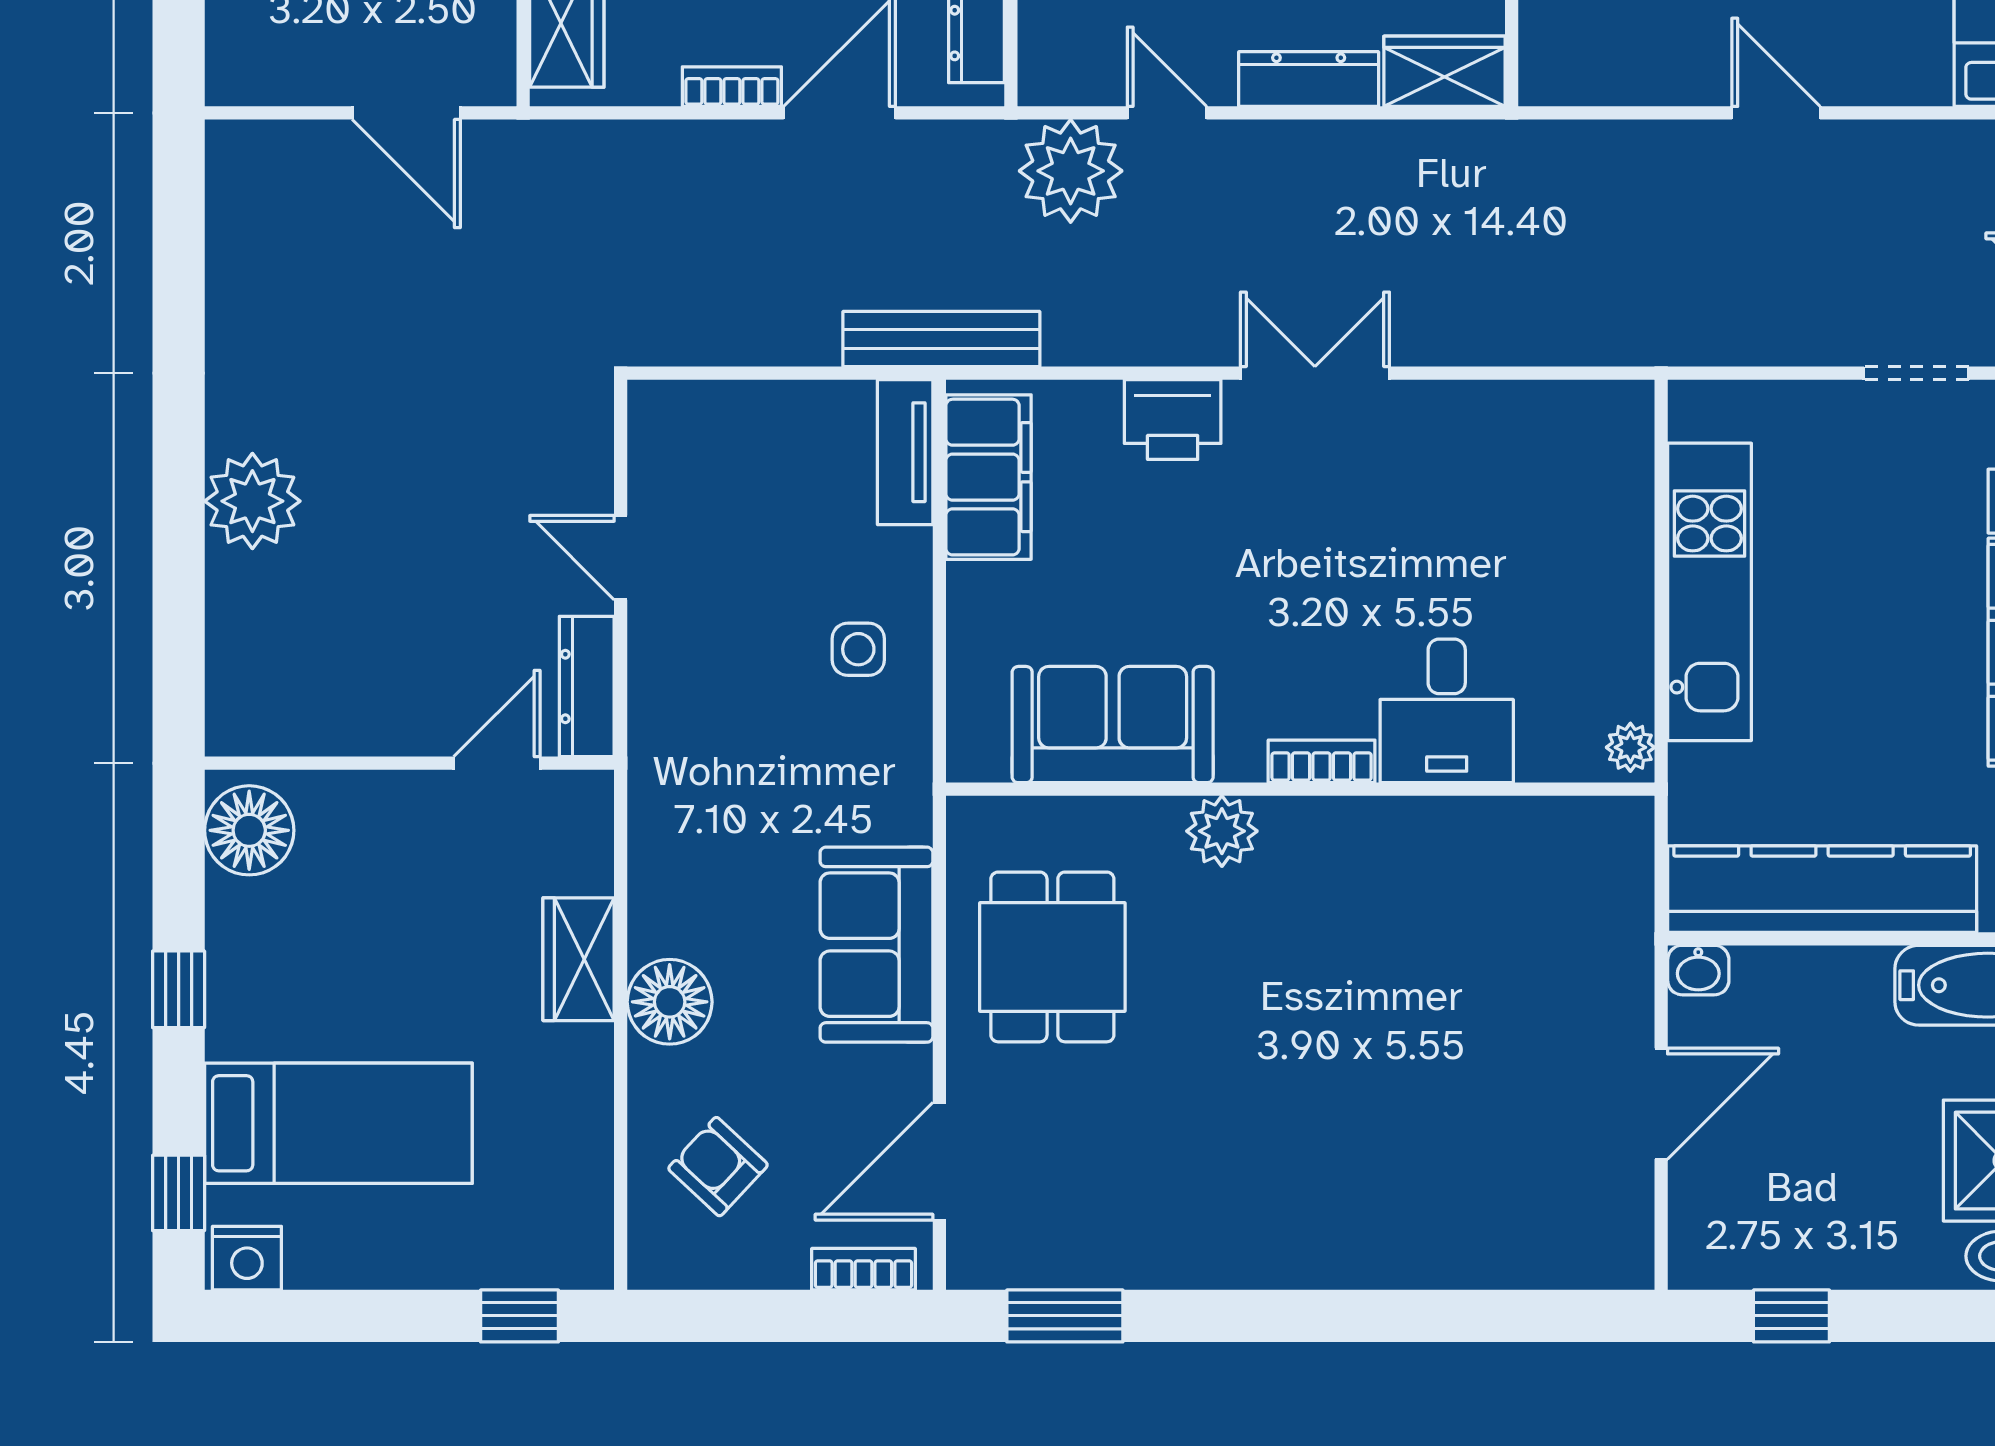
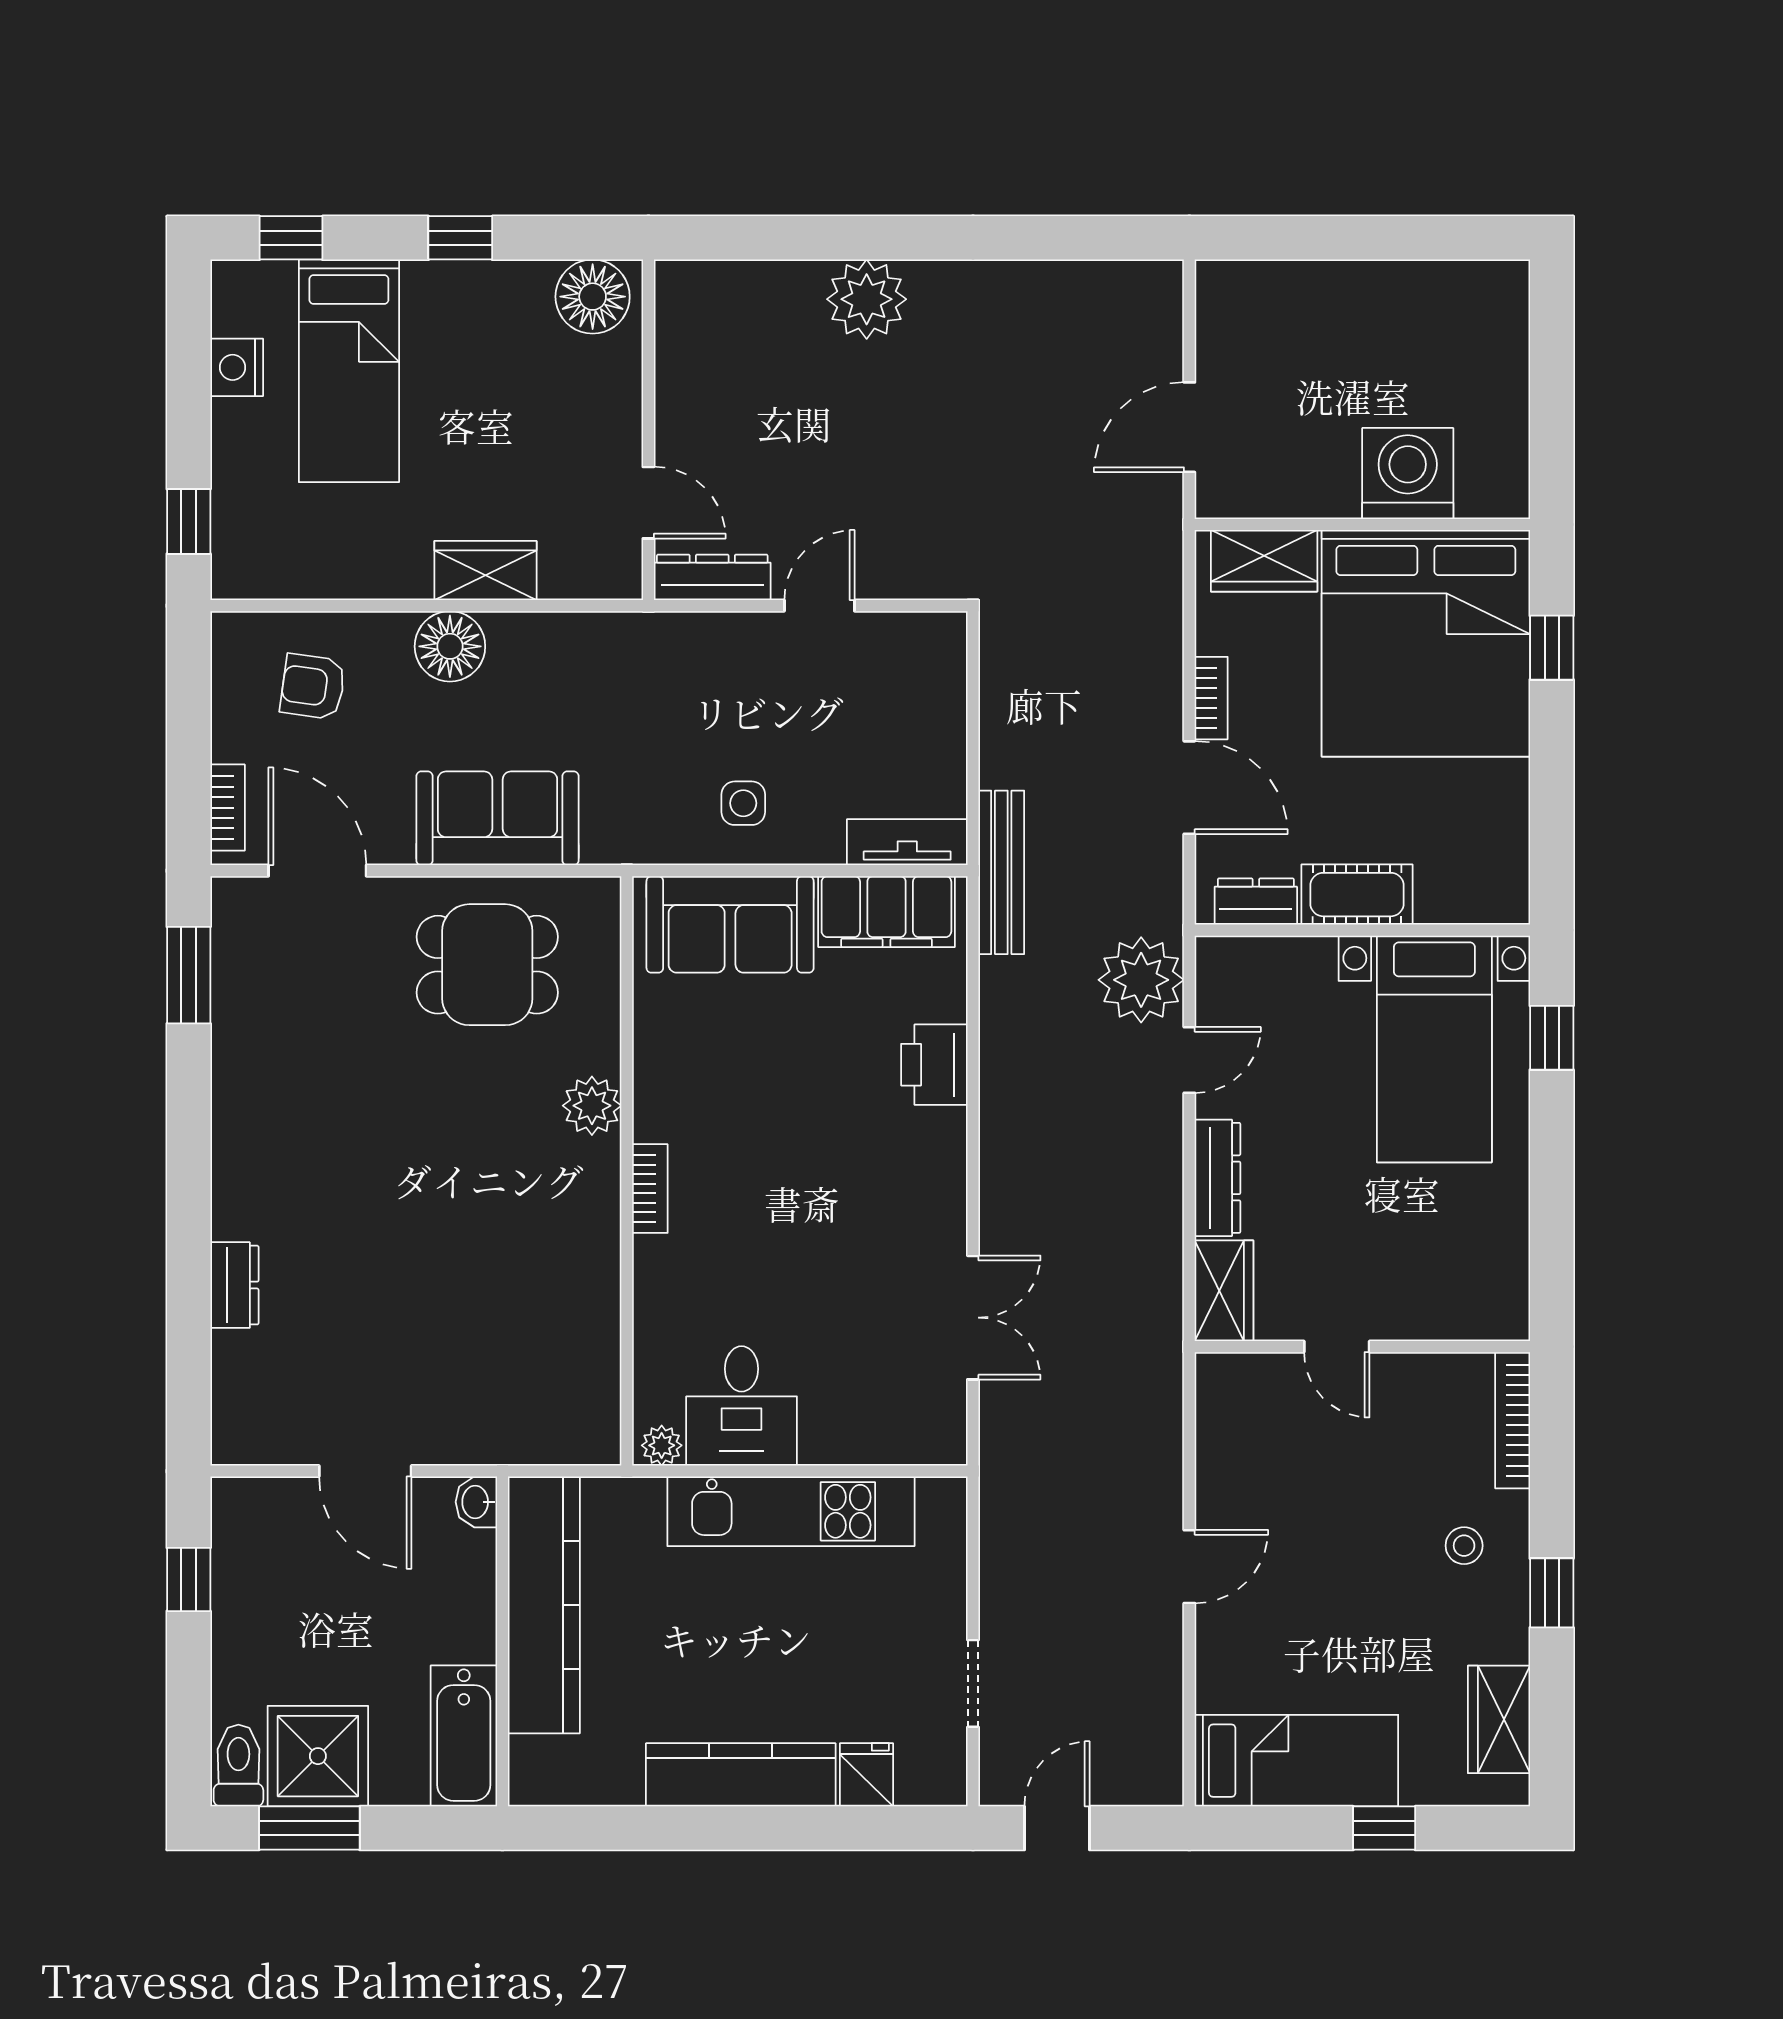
double door: (1315, 373) -> (973, 1318), moved
desk: (1447, 711) -> (742, 1406), moved, turned -90
sofa: (1113, 725) -> (730, 924), moved, turned 90
armchair: (718, 1167) -> (313, 687), turned -125
nightstand: (247, 1258) -> (237, 367), moved
dresser: (1438, 1261) -> (234, 1285), added

